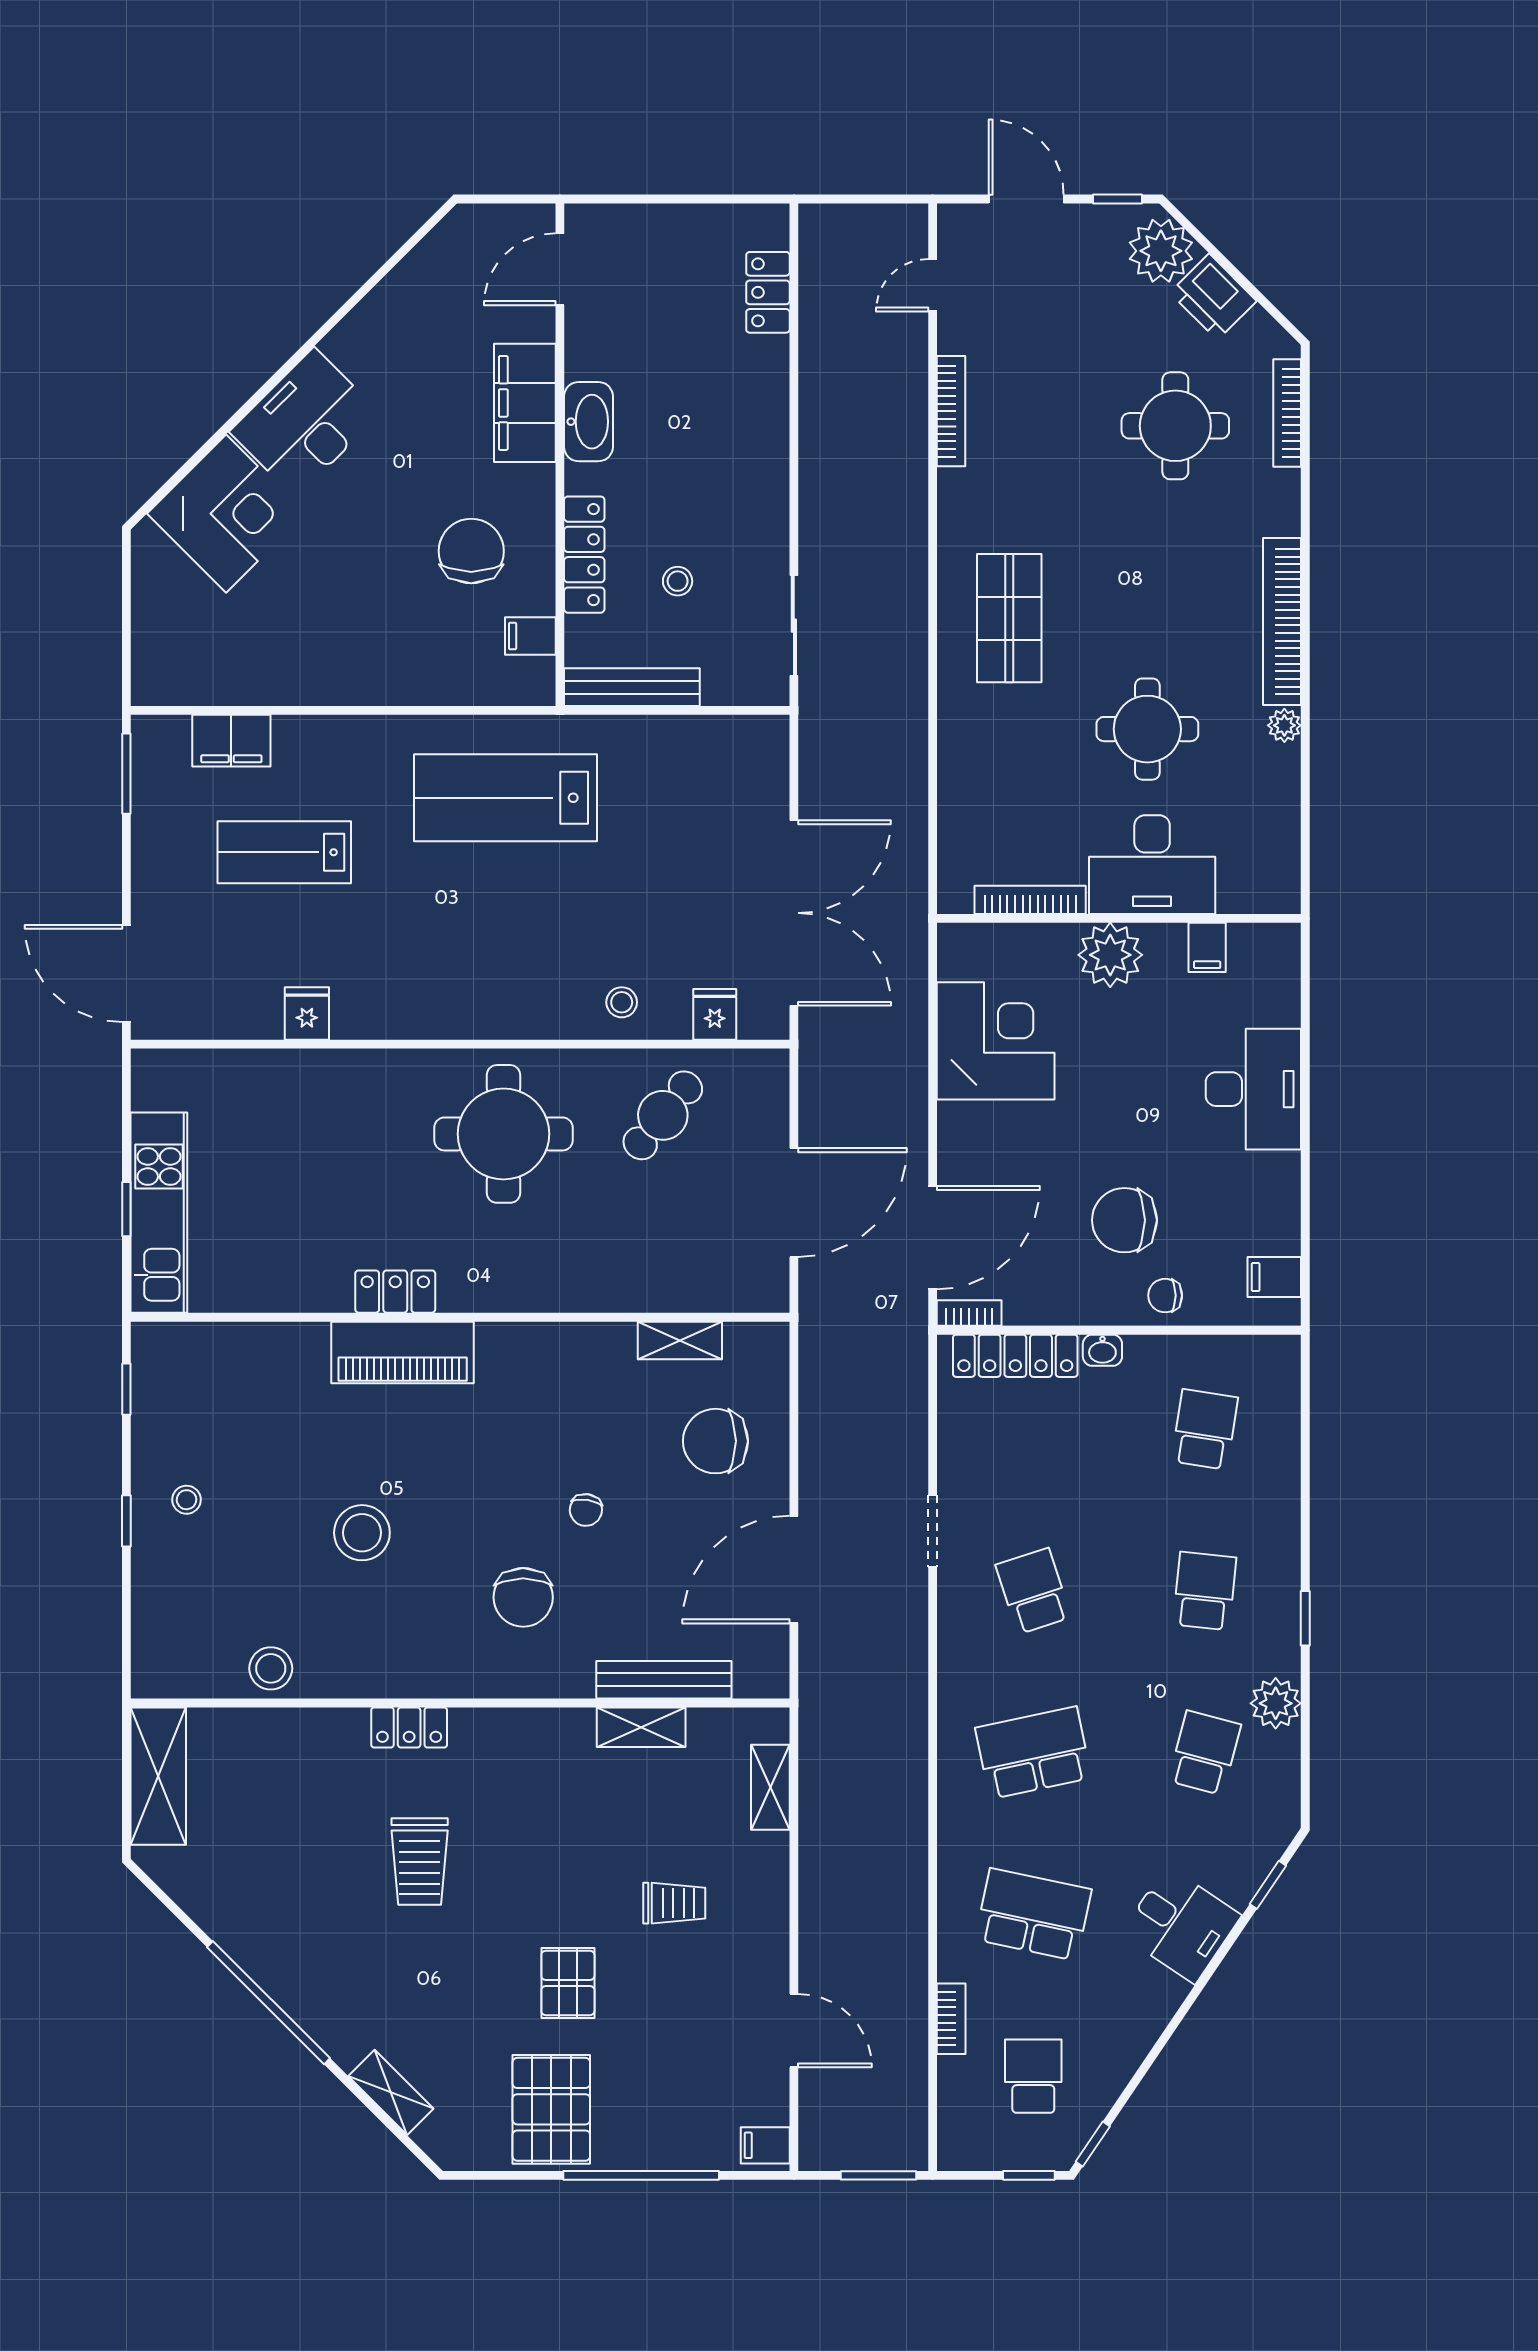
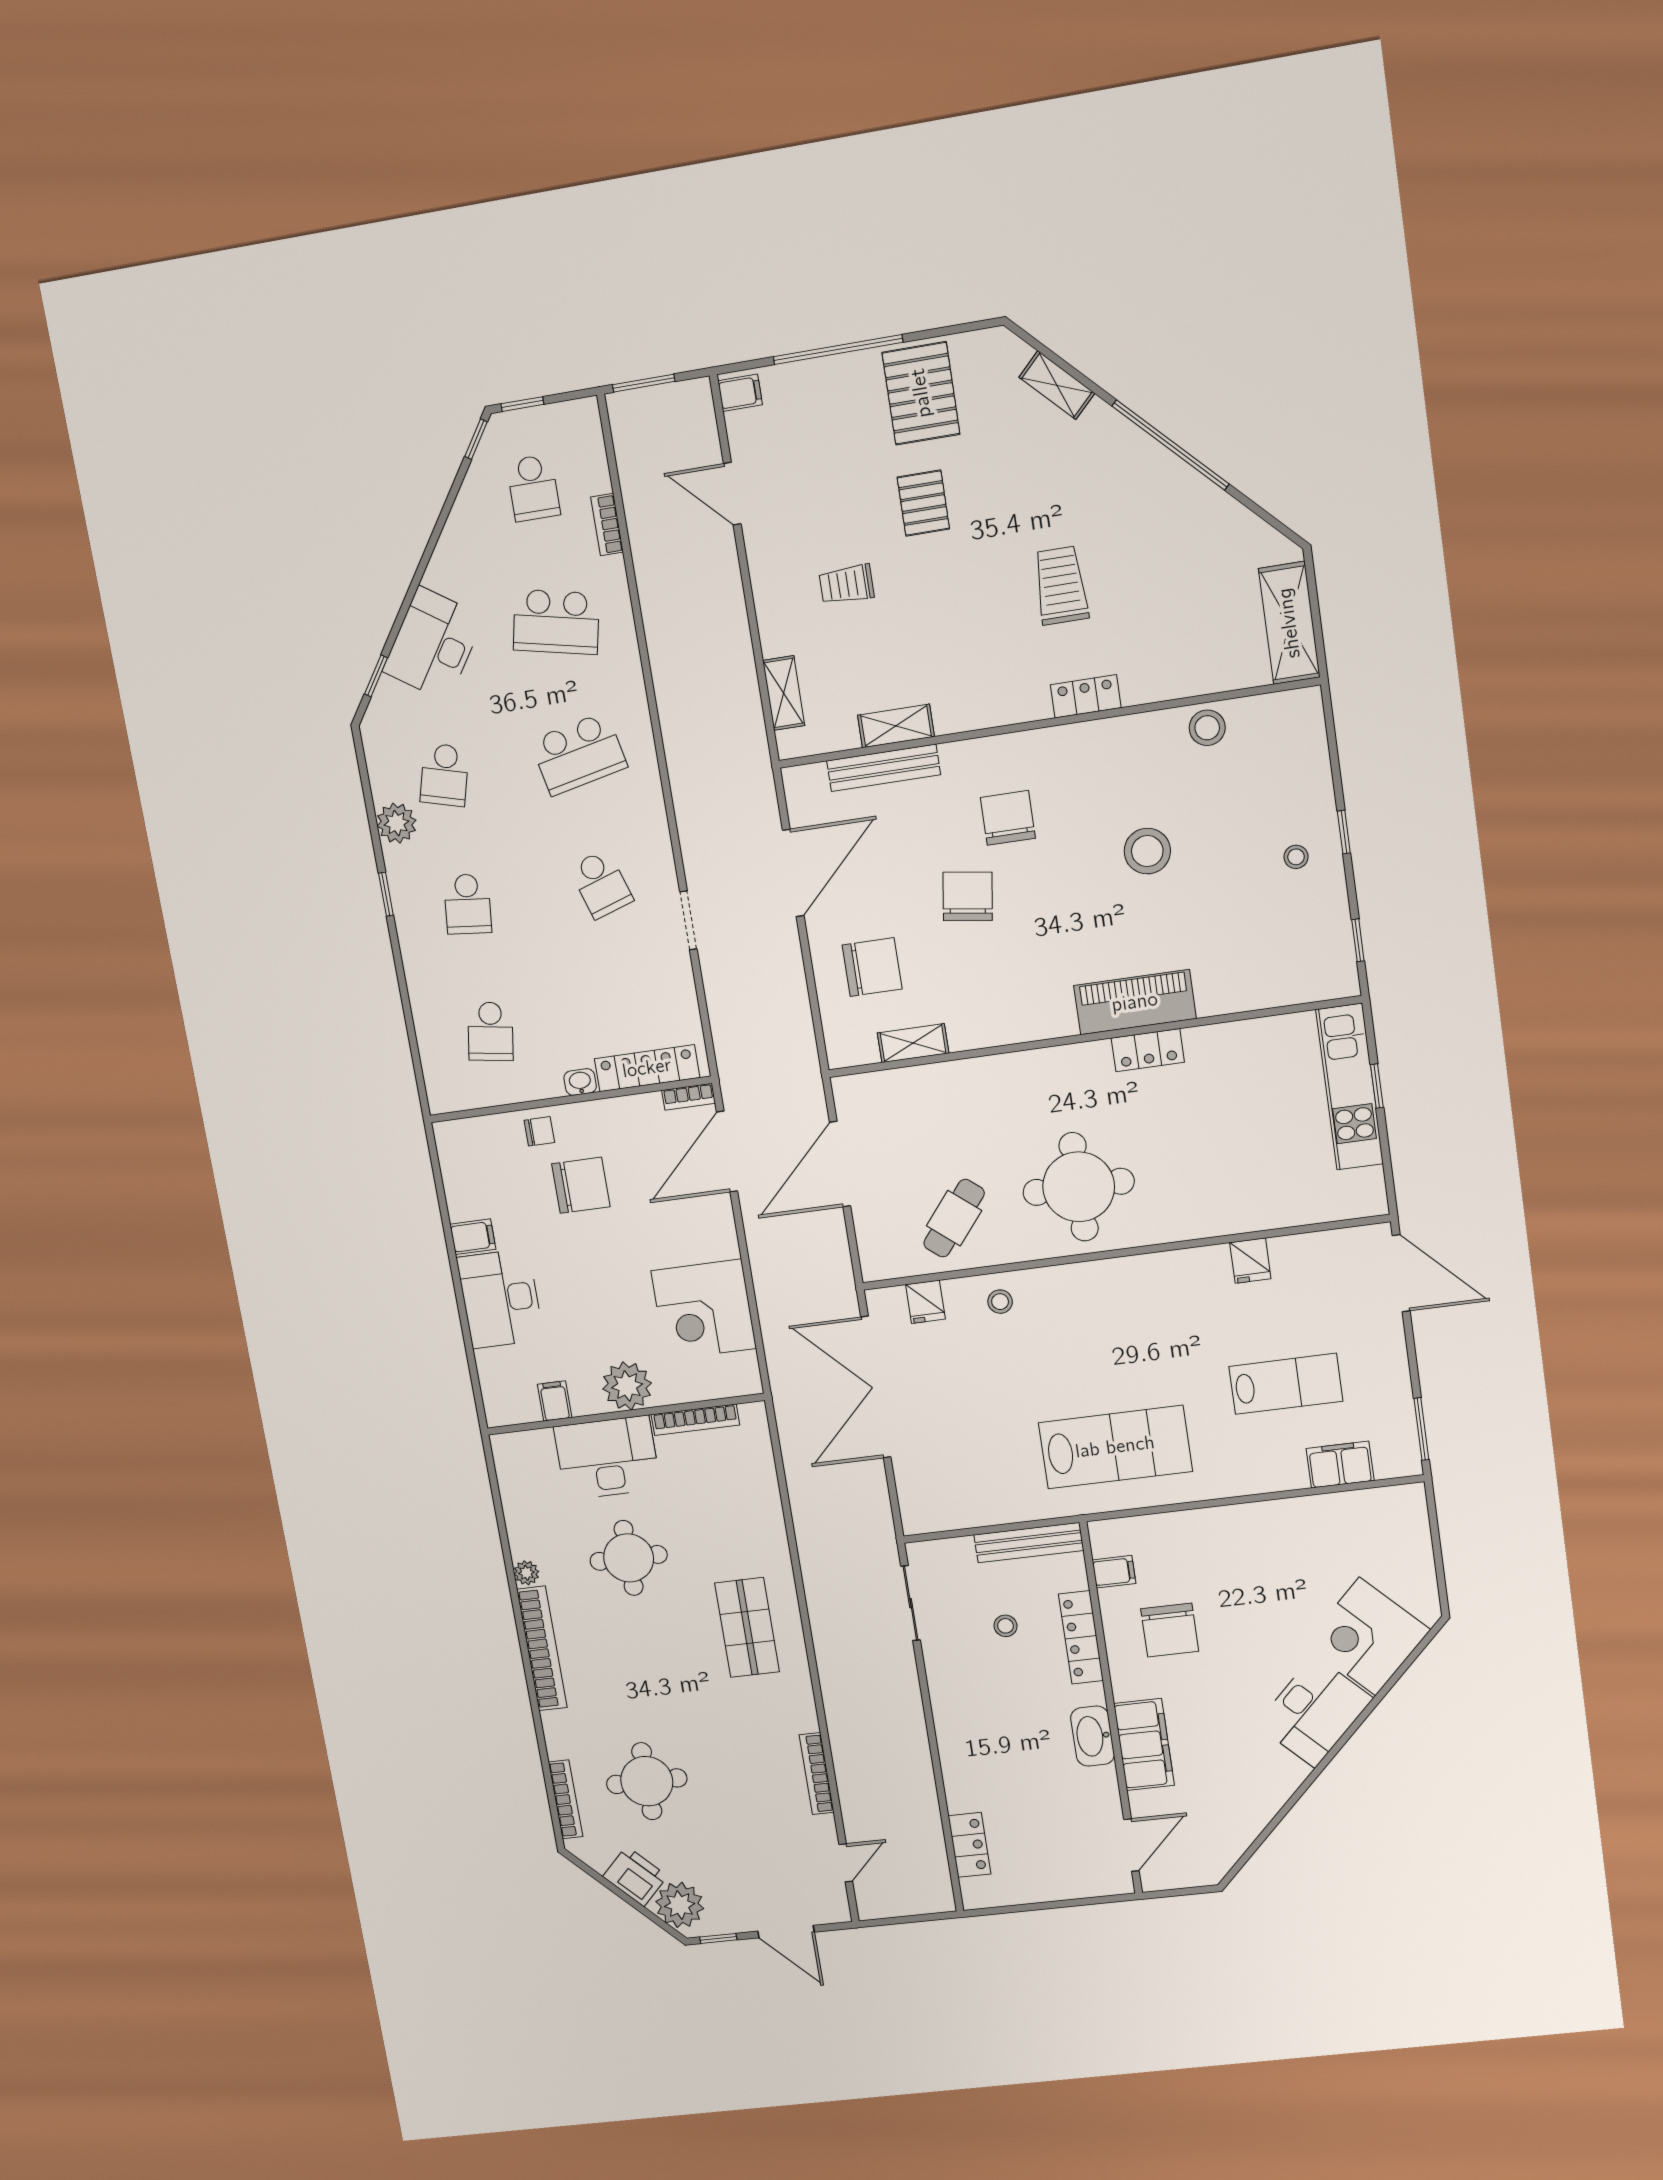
filing cabinet: (1274, 1277) -> (473, 1237), moved
chair: (586, 1510) -> (968, 896), width x1.87, depth x1.87
desk: (1181, 1925) -> (433, 644), width x1.37

